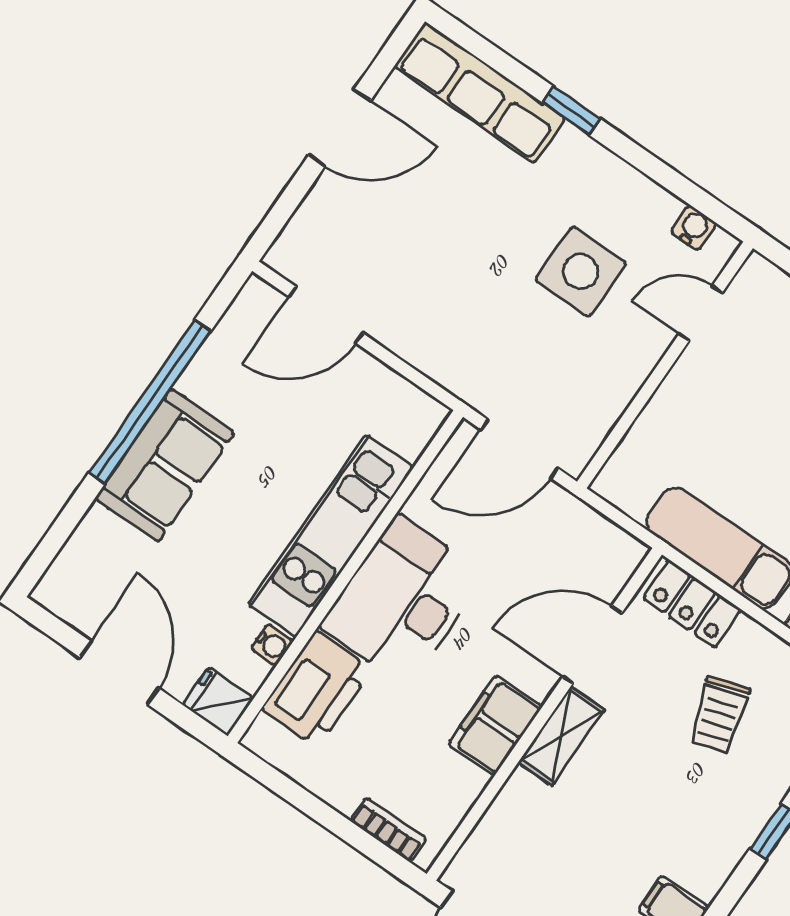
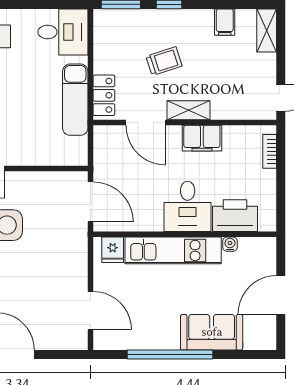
sofa: (165, 465) -> (212, 332), moved
desk: (402, 600) -> (188, 206), width x0.73
fridge: (218, 701) -> (113, 250), moved
trolley: (719, 715) -> (164, 61), moved

